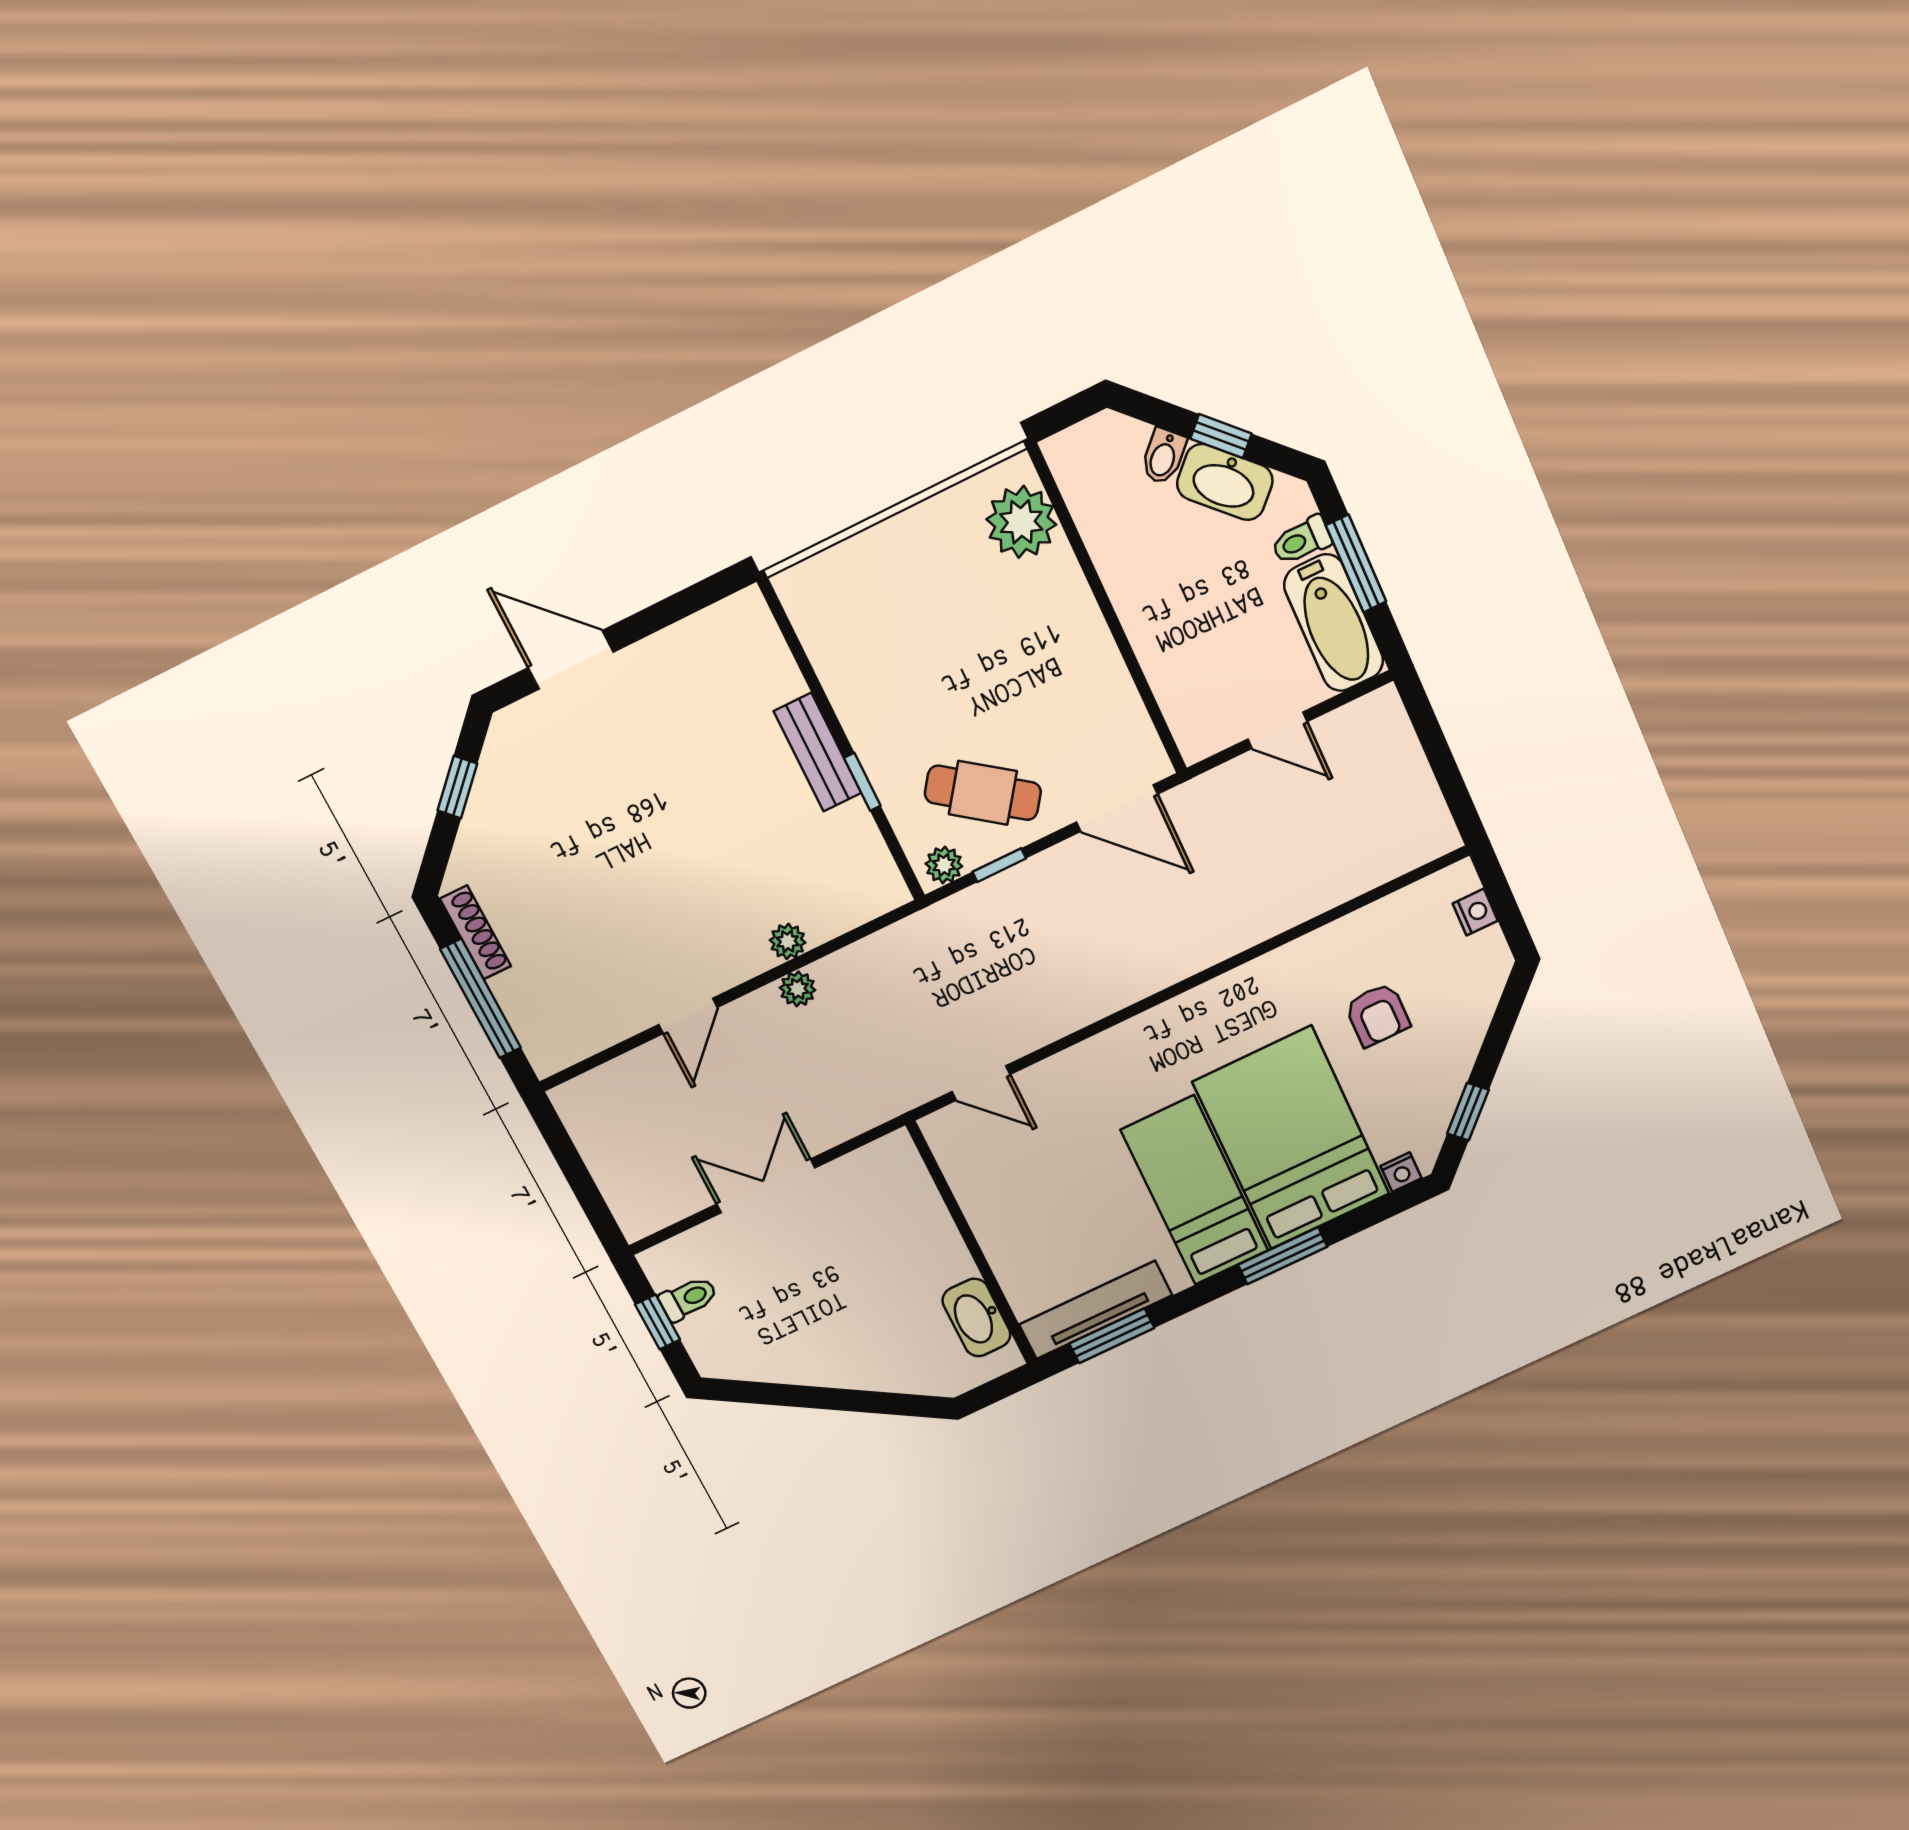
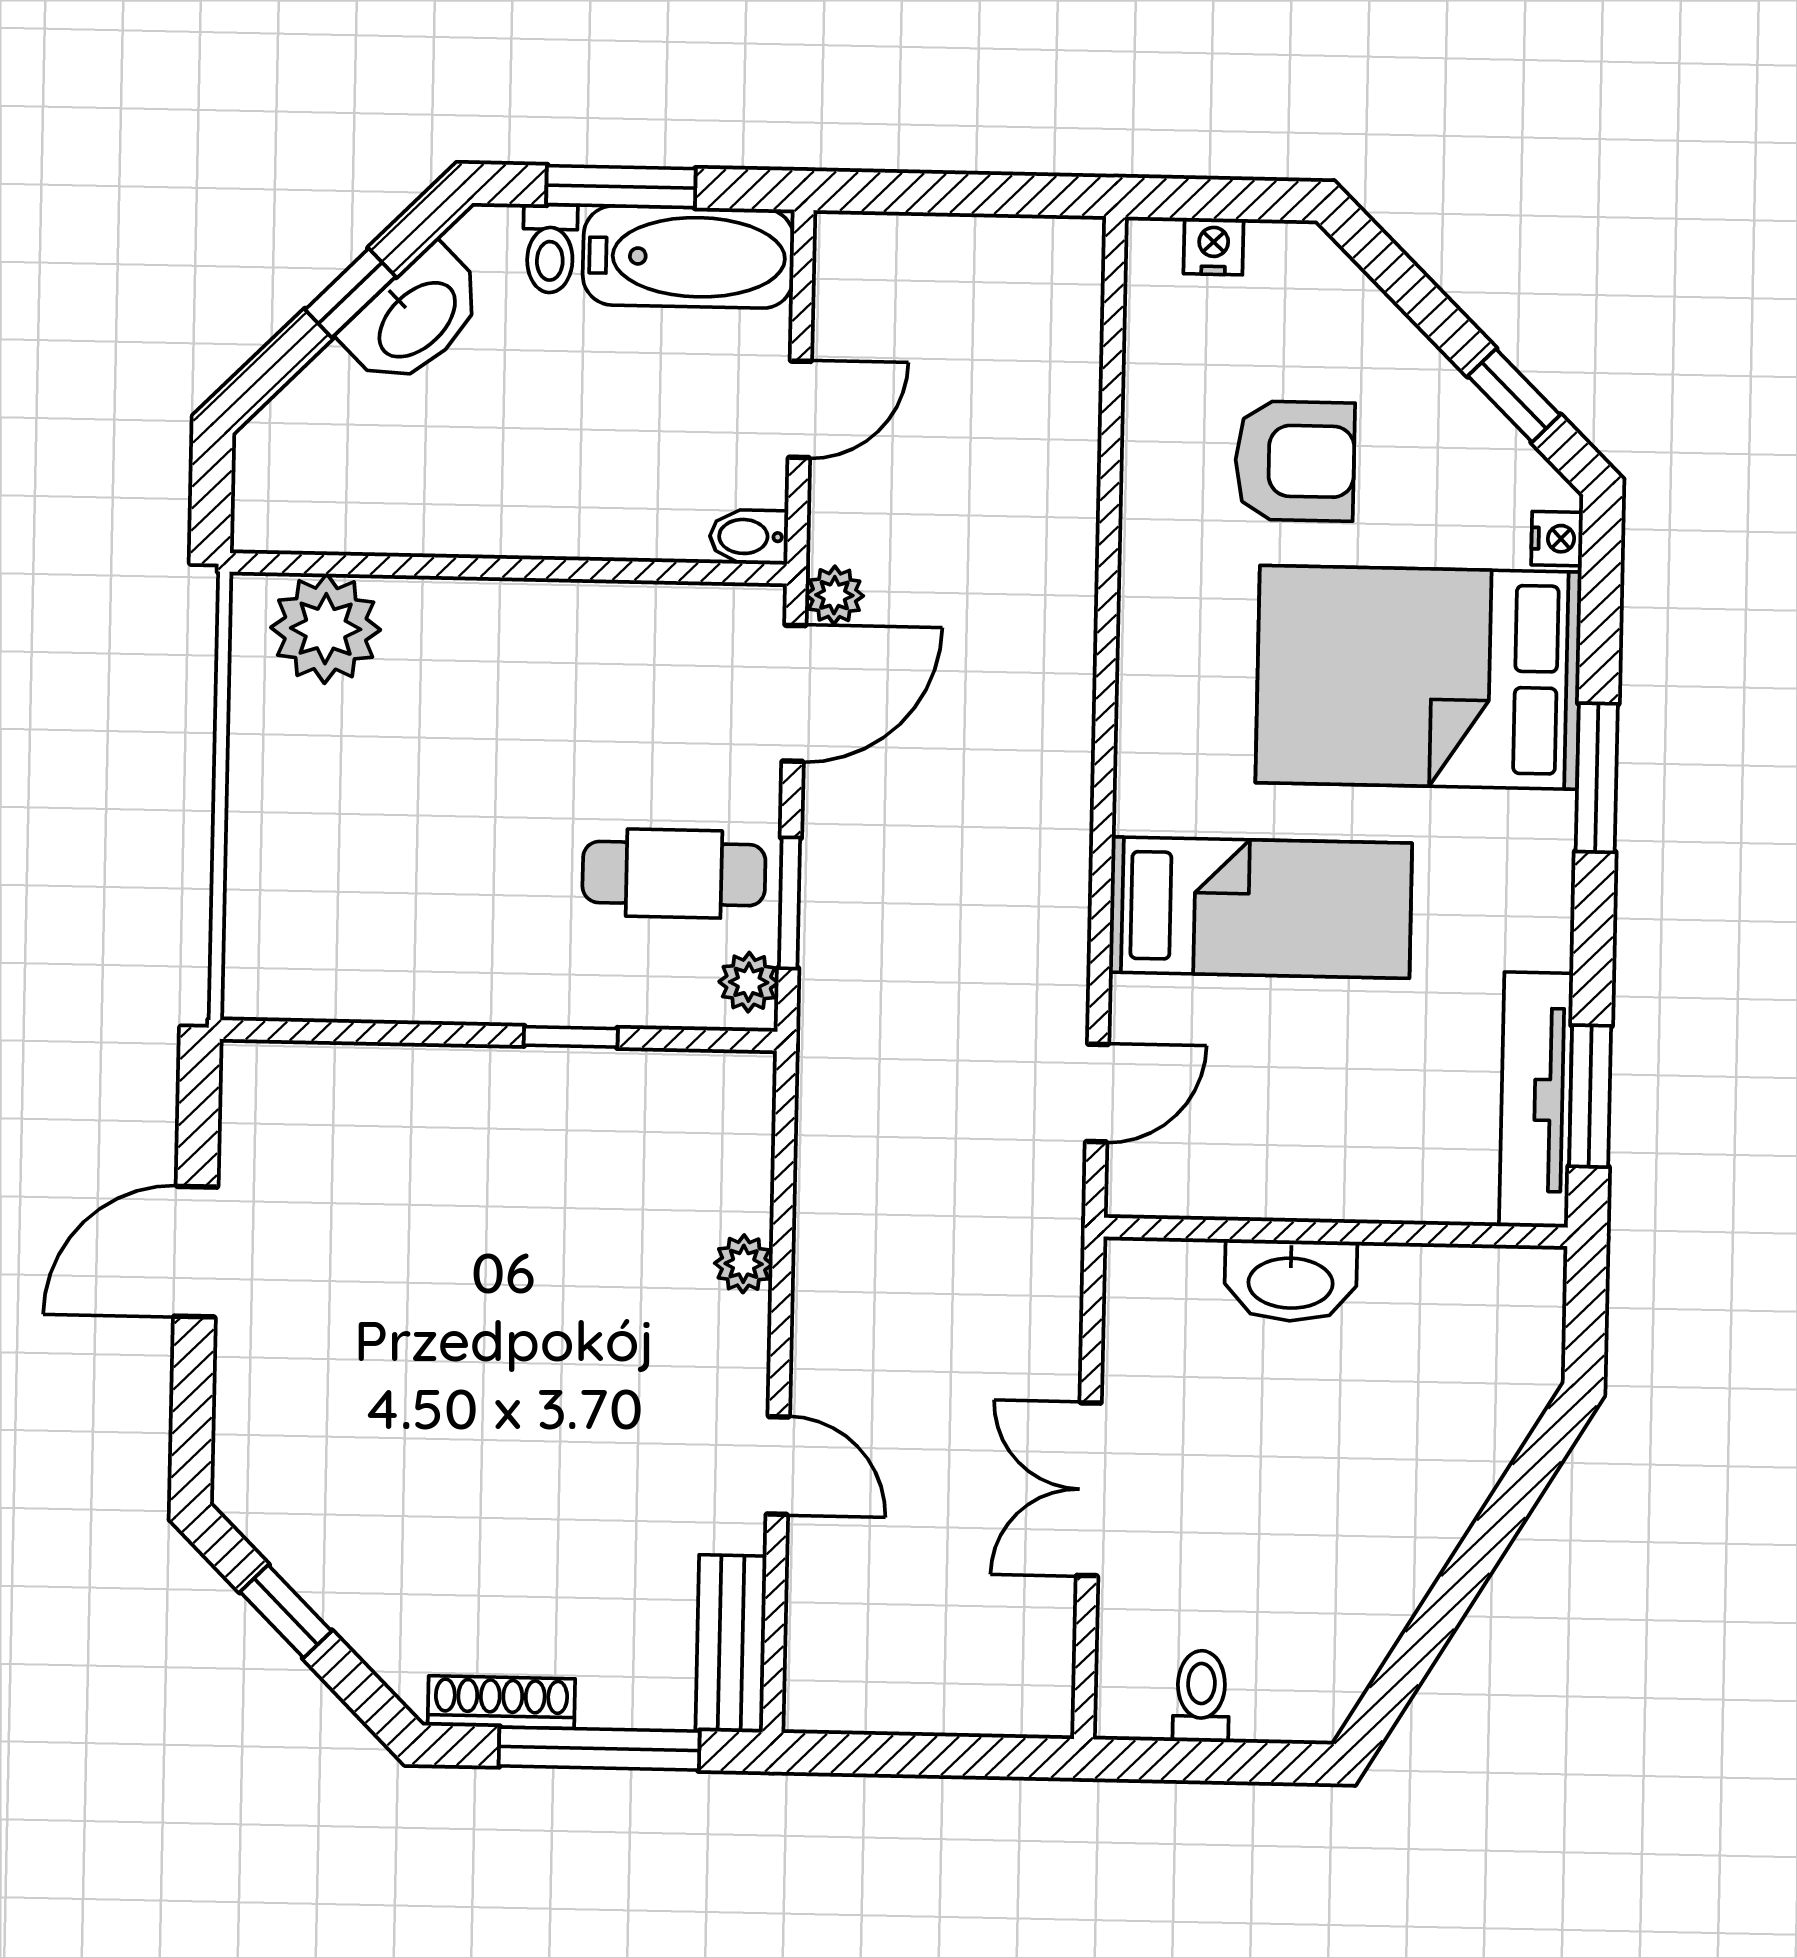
bidet: (1163, 456) -> (749, 537), moved, turned 135
door: (571, 660) -> (196, 1252), moved
bench: (818, 752) -> (731, 1644), moved, turned 90
cafe table: (983, 793) -> (674, 874), turned 54
window: (999, 865) -> (790, 903), width x1.50
plant: (798, 989) -> (834, 595), moved
armchair: (1377, 1015) -> (1295, 461), width x1.38, depth x1.38
bed: (1195, 1190) -> (1261, 908), moved, turned 180
washbasin: (976, 1318) -> (1291, 1281), moved
window: (658, 1322) -> (1214, 1761), removed

